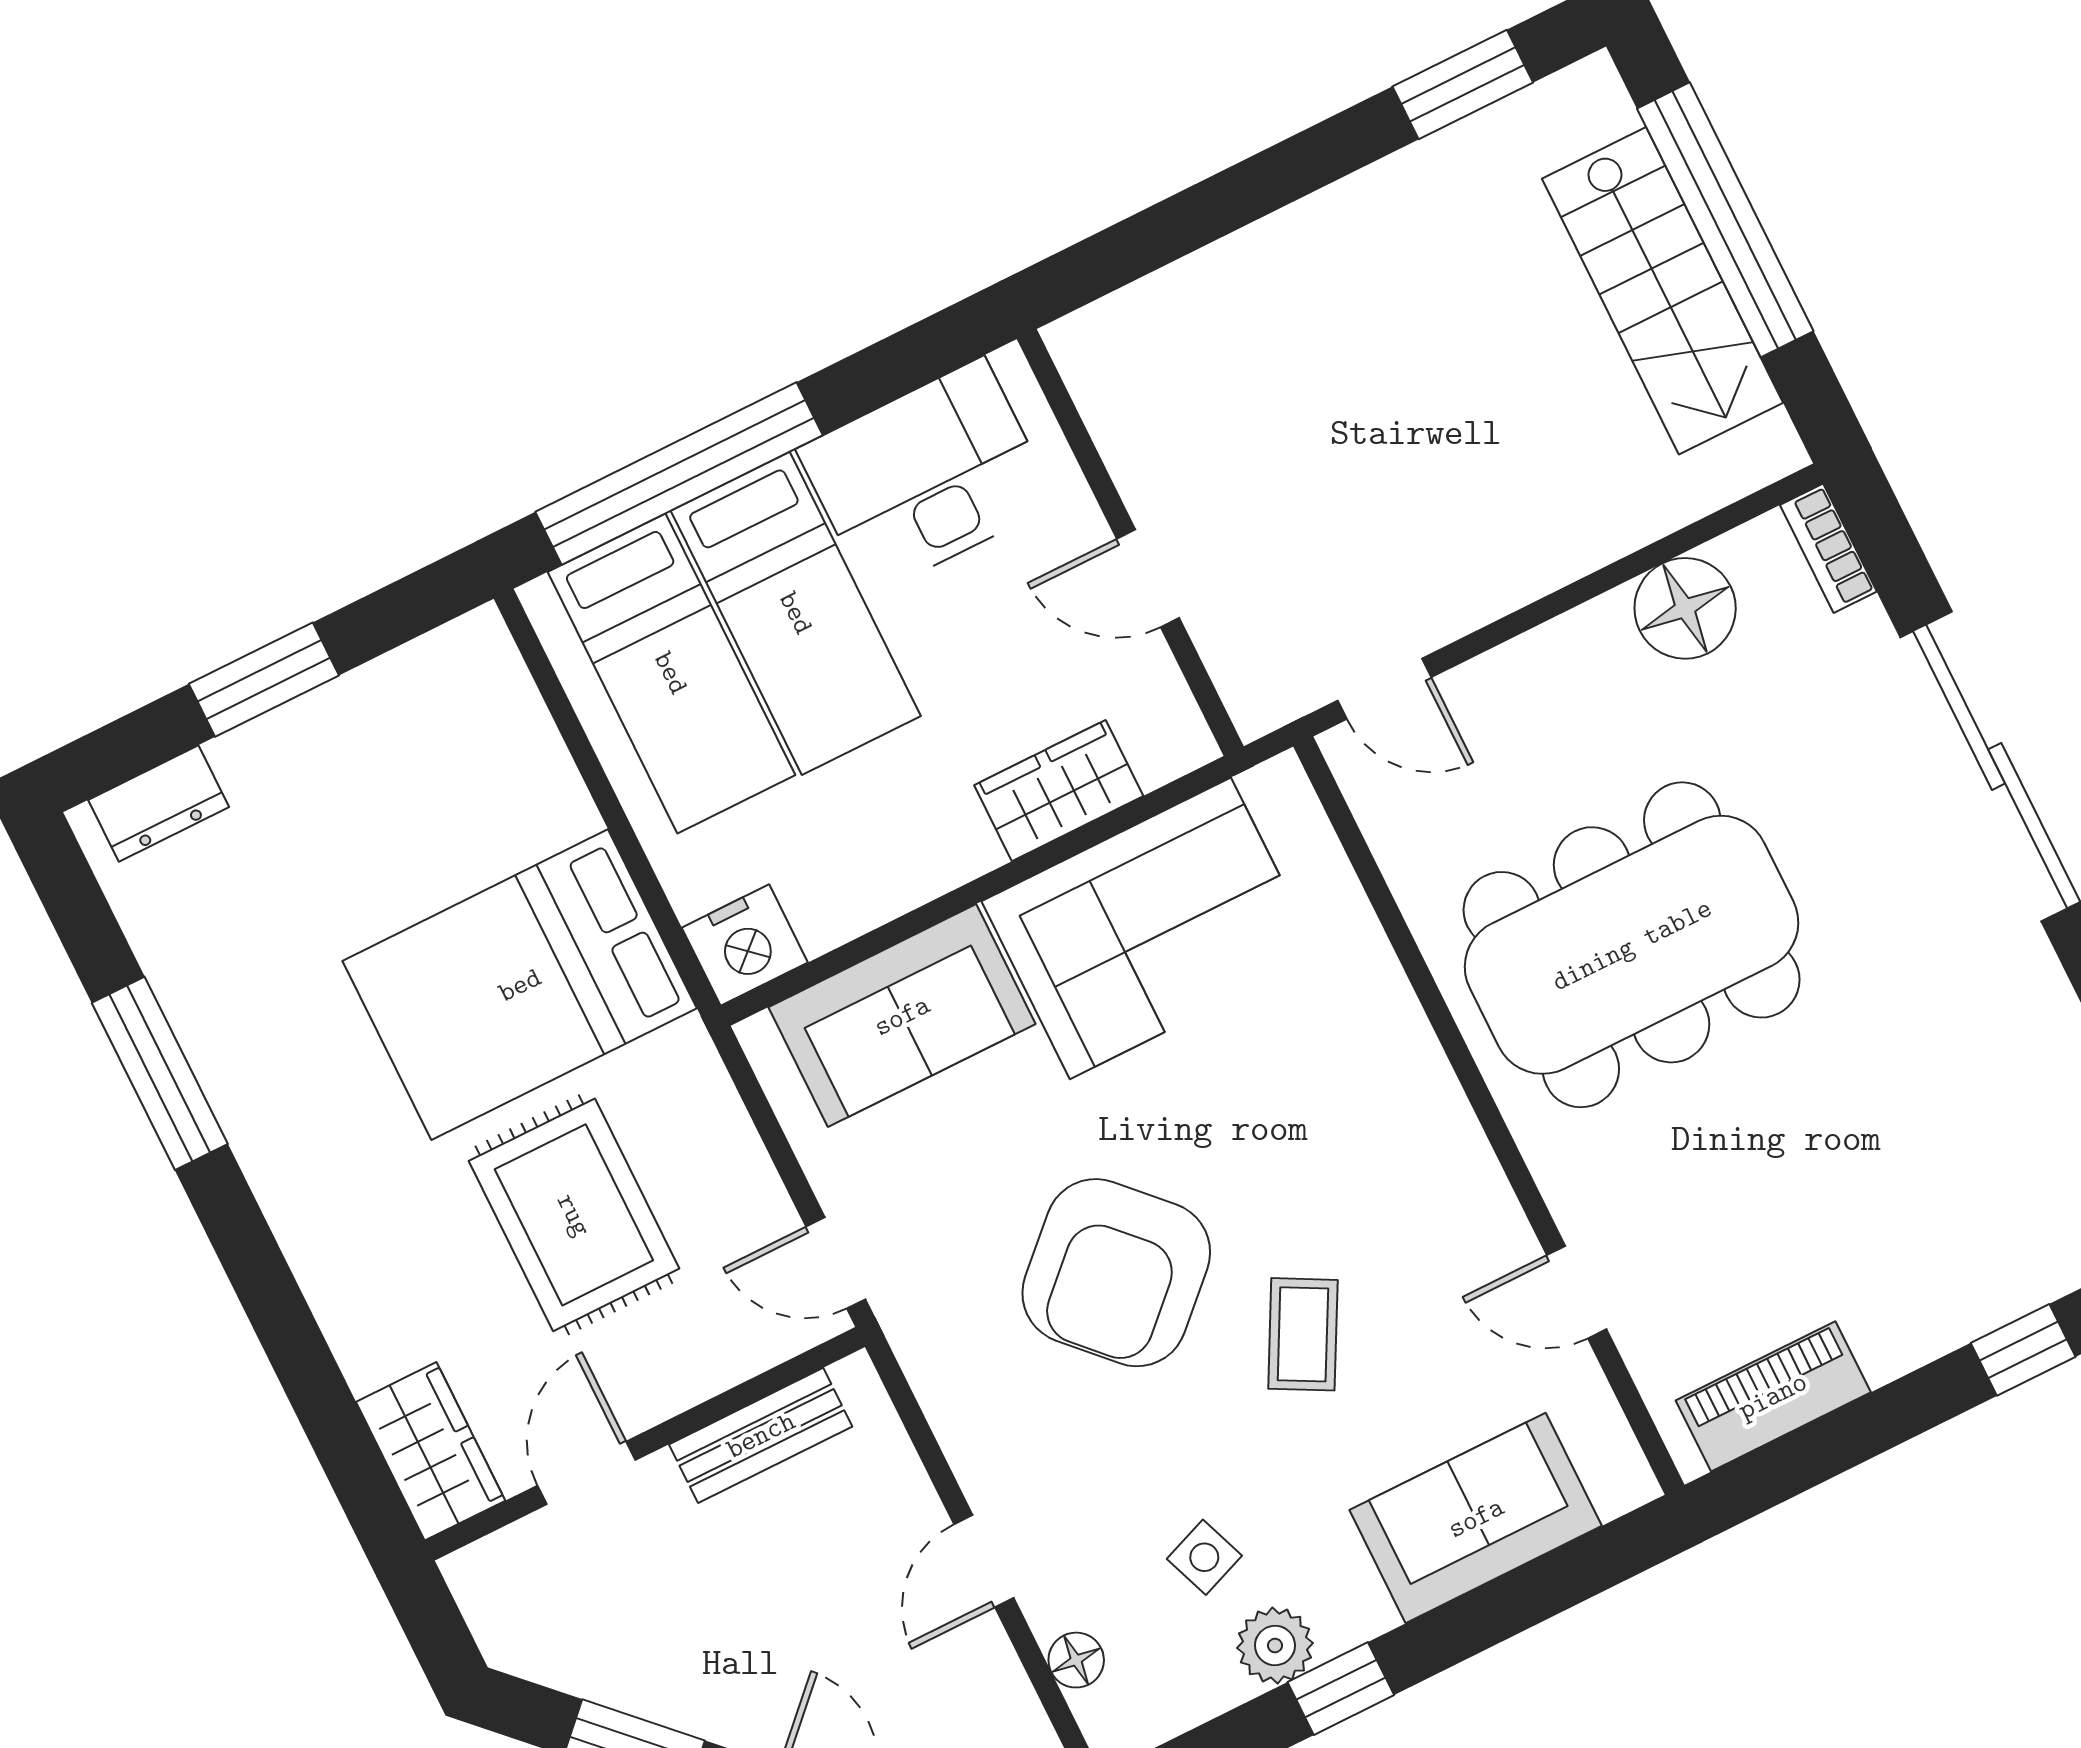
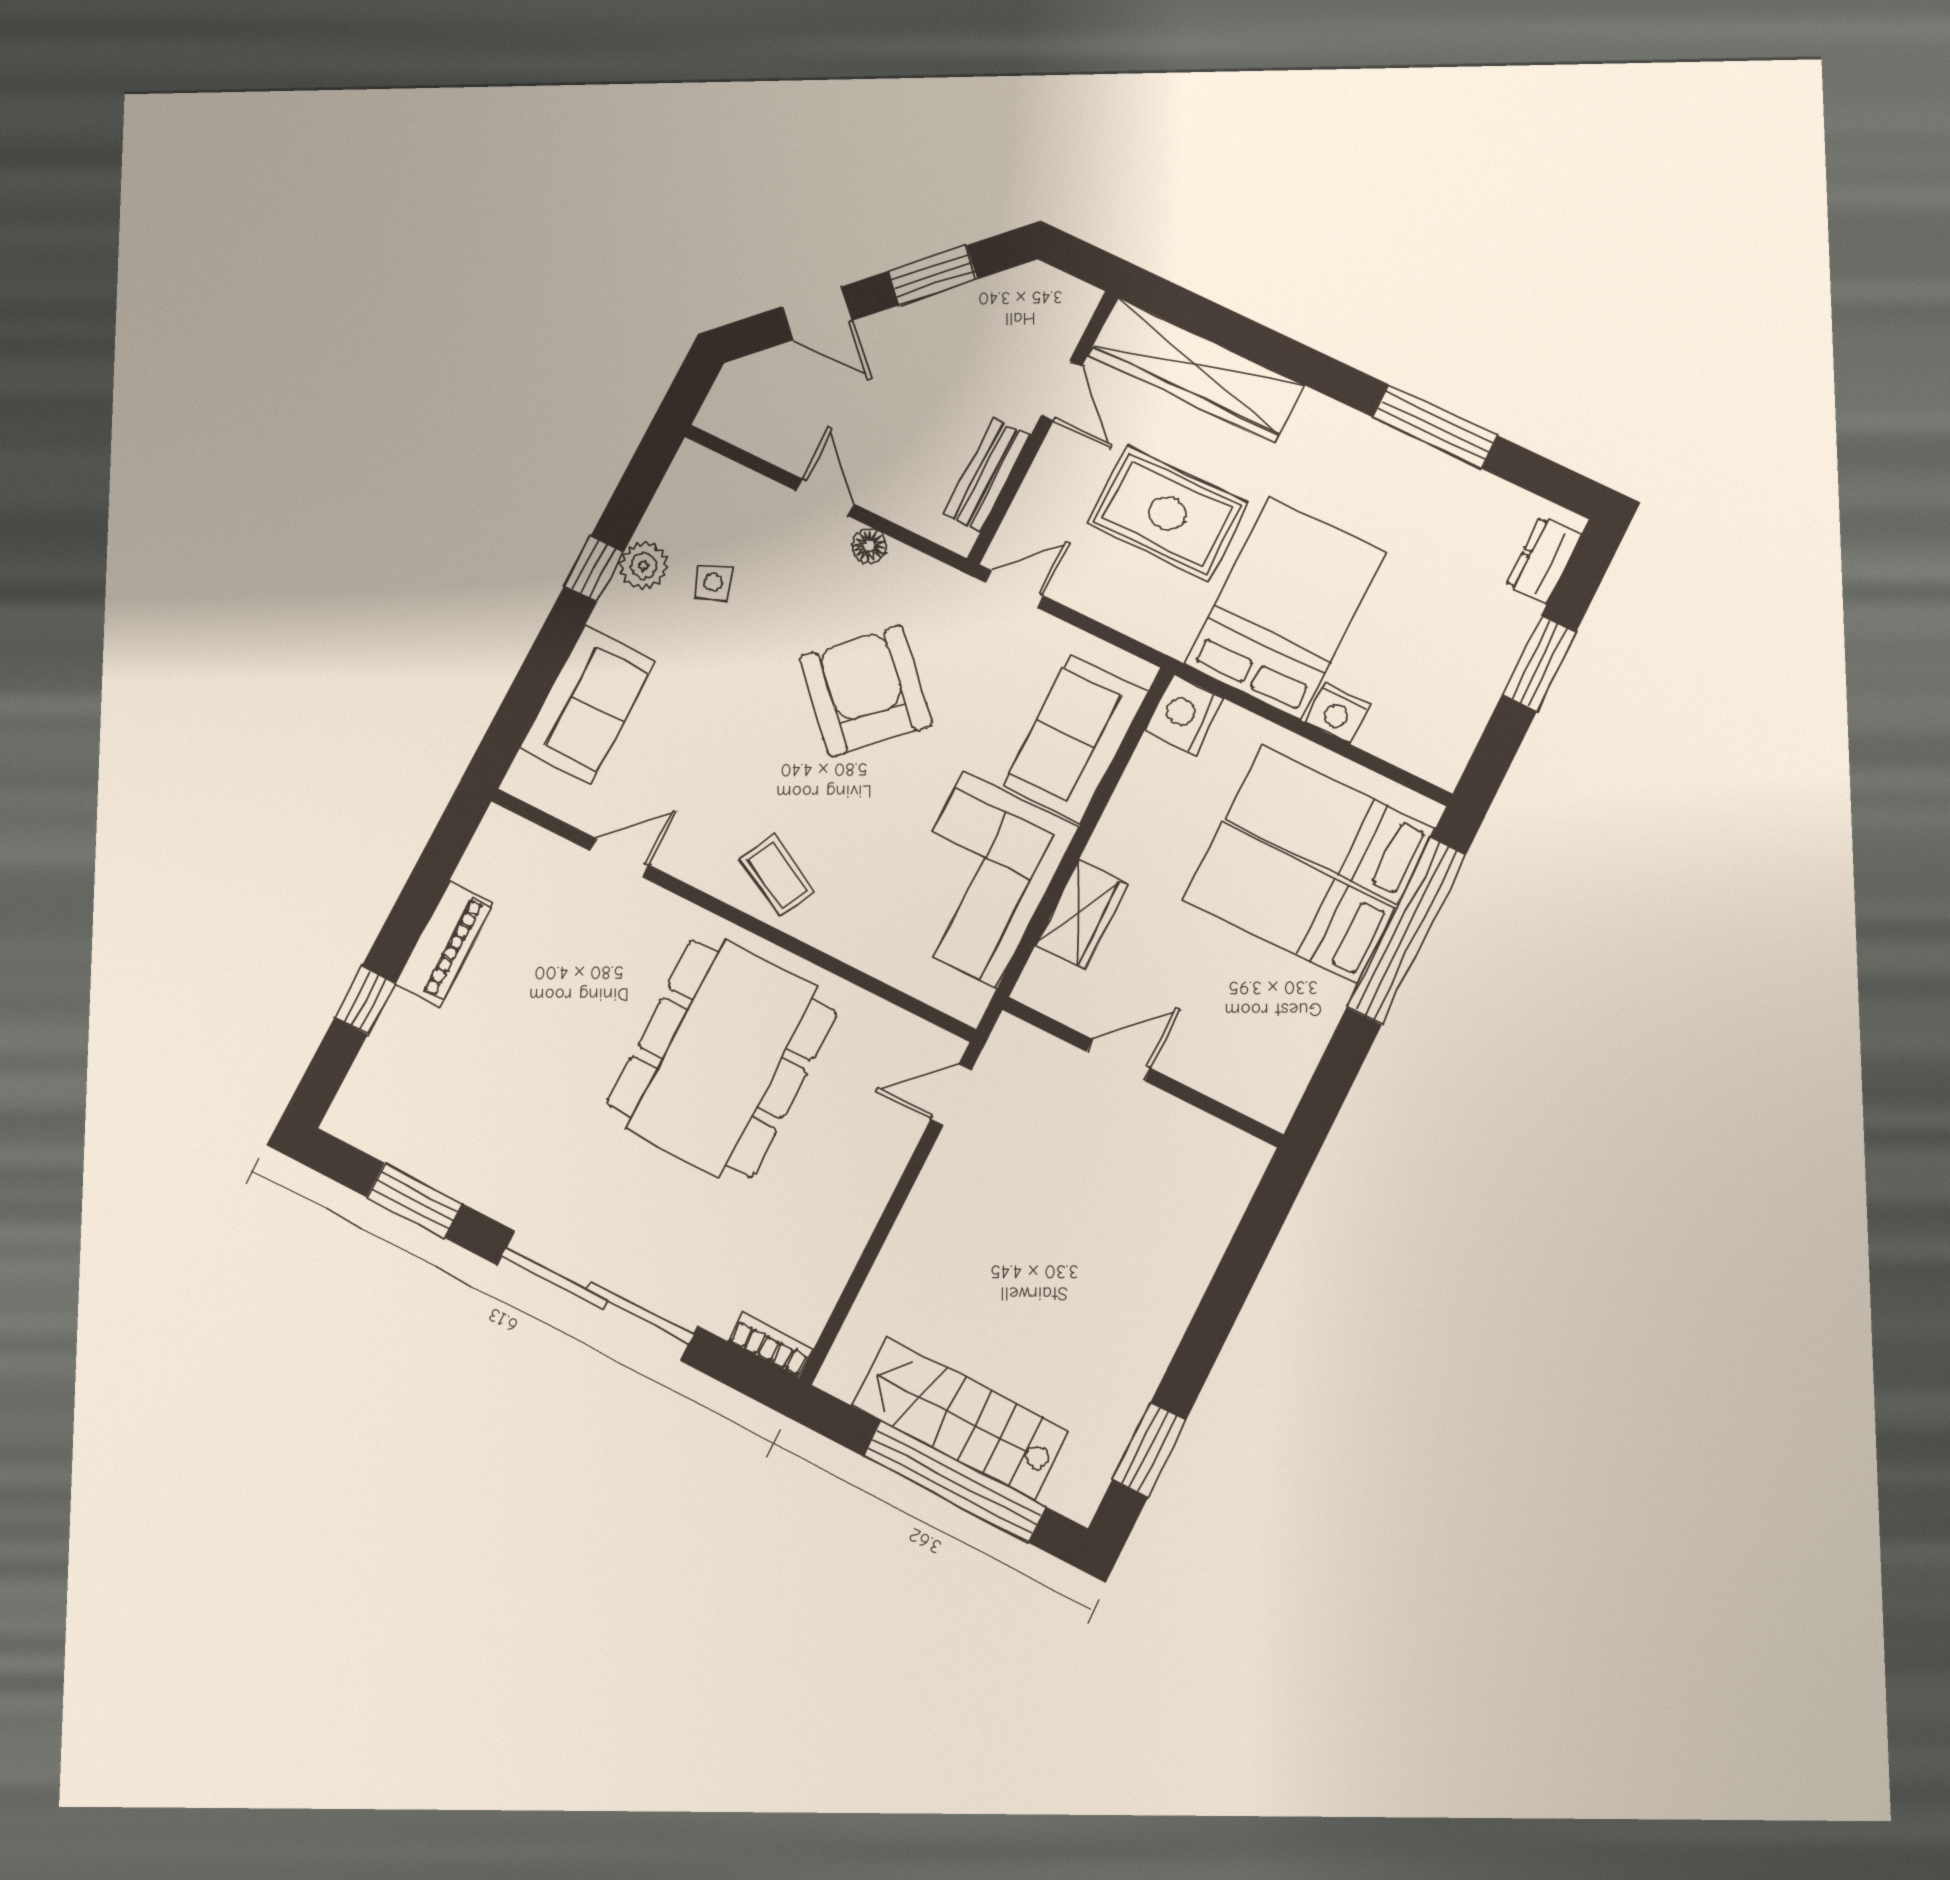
desk: (927, 476) -> (1276, 1026), removed
floor lamp: (1685, 608) -> (823, 1256), removed
nightstand: (556, 805) -> (1337, 713), added
coffee table: (1303, 1334) -> (777, 875), moved
piano: (1773, 1396) -> (445, 943), moved
wardrobe: (431, 1451) -> (1196, 370), width x2.10, depth x1.17
floor lamp: (1076, 1660) -> (869, 546), moved

